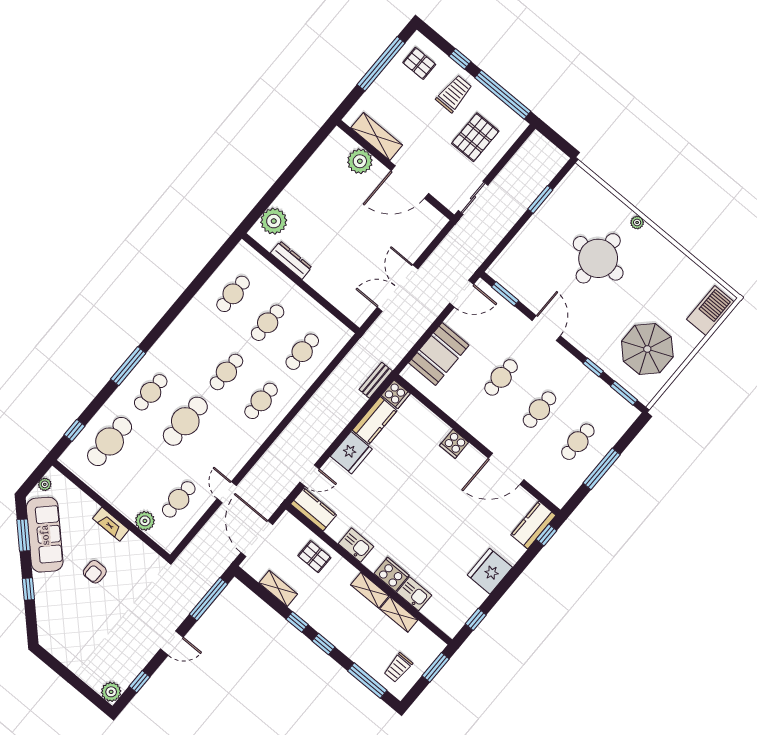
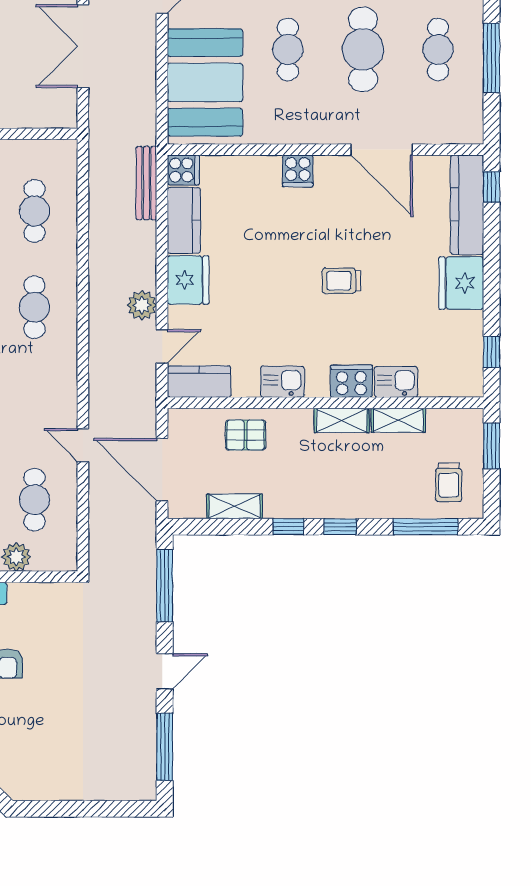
booth: (439, 354) -> (205, 82), width x1.36, depth x1.42
bench: (376, 380) -> (146, 183), width x1.36
cafe table: (539, 410) -> (363, 49), width x1.37, depth x1.35
door: (506, 469) -> (382, 150), hinge flipped
trolley: (429, 519) -> (341, 281), added
kitchen counter: (533, 525) -> (467, 205), width x1.50
window: (140, 682) -> (165, 747), width x2.17
plant: (111, 692) -> (142, 305), moved

